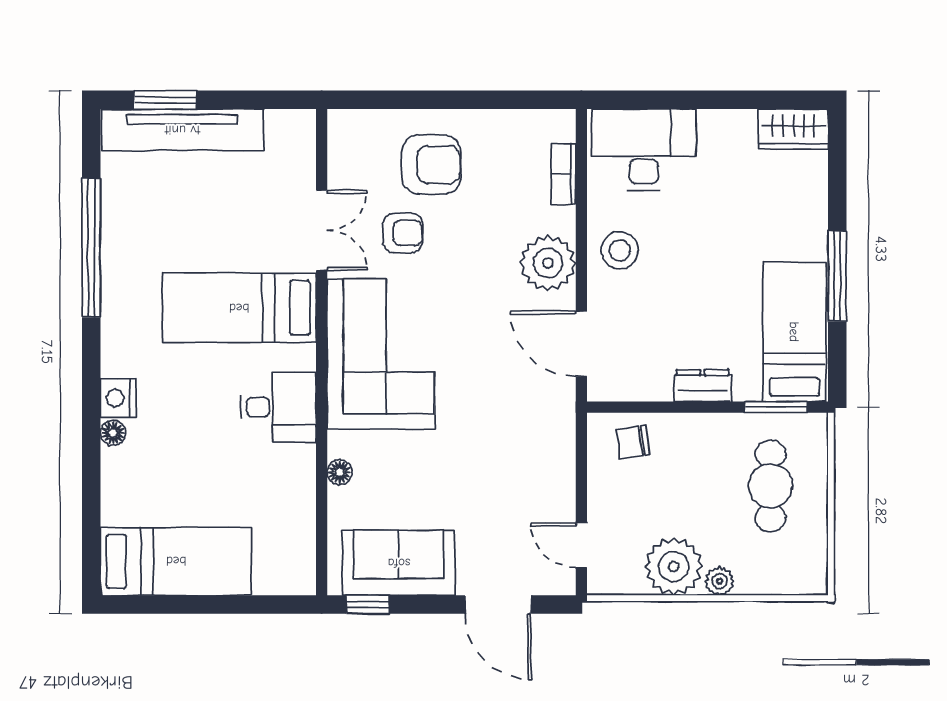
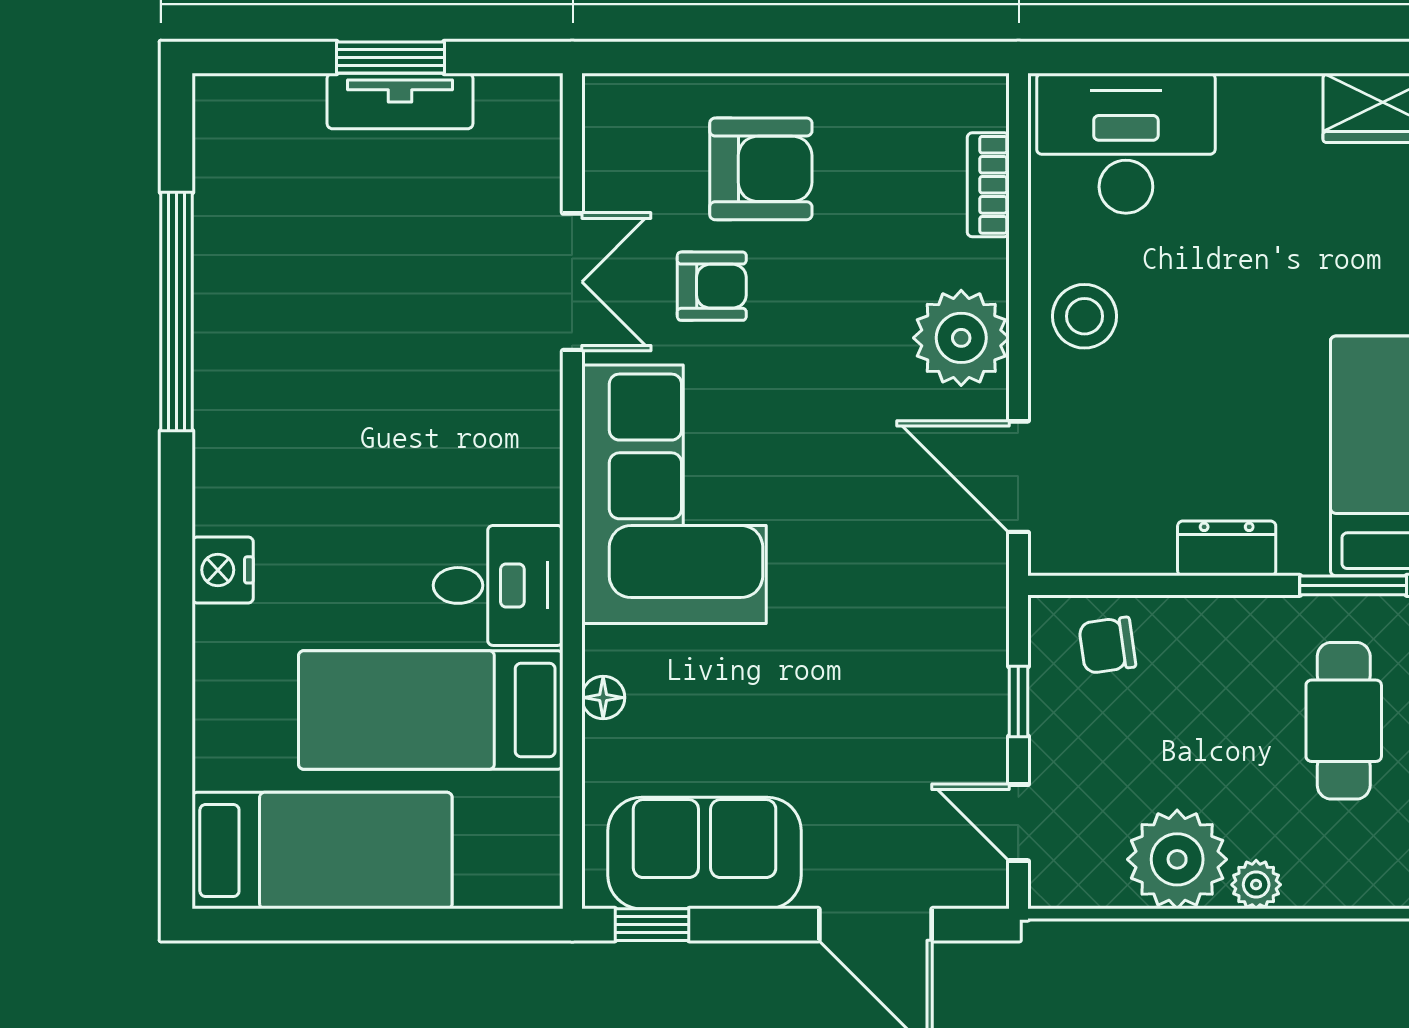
window: (165, 100) -> (390, 58), moved
tv unit: (182, 130) -> (400, 101), width x0.52, depth x0.78
bed: (239, 308) -> (431, 710), moved
floor lamp: (113, 433) -> (214, 630), removed
window: (581, 475) -> (1018, 701), added

